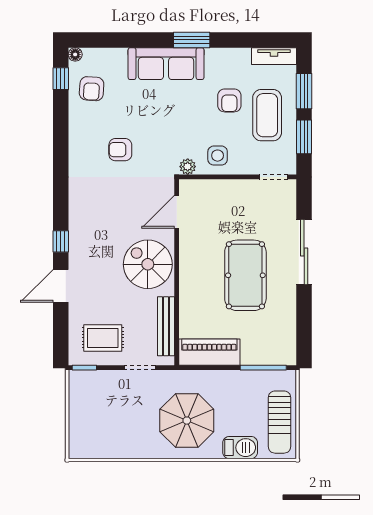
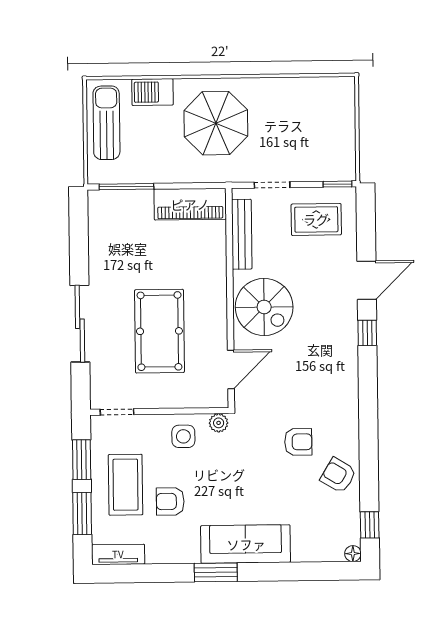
armchair: (92, 89) -> (338, 475), moved, turned -63
armchair: (229, 100) -> (170, 501), turned -90
pool table: (245, 275) -> (159, 331), moved

